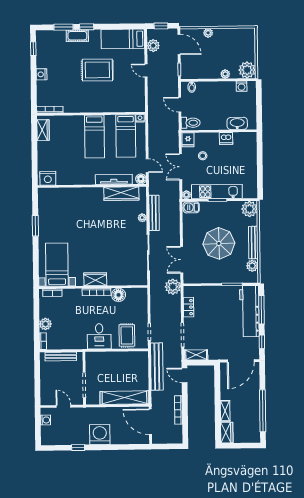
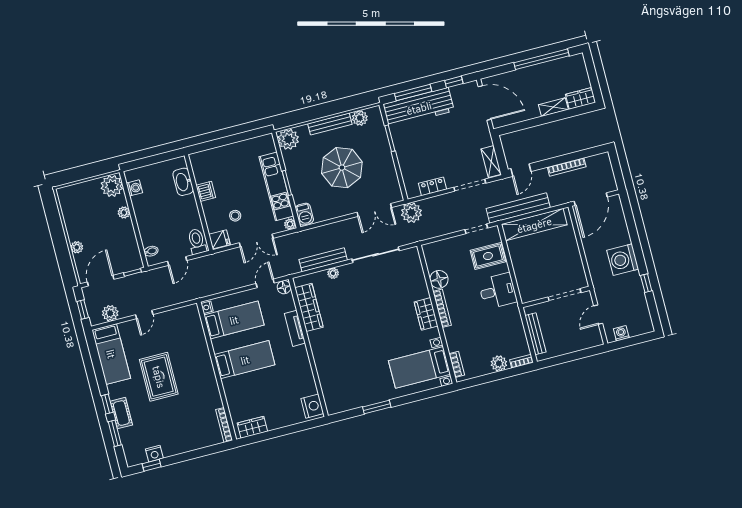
nightstand: (42, 74) -> (154, 454), moved
tv unit: (114, 179) -> (295, 328), width x0.71
shelving: (124, 398) -> (534, 225), moved, turned 90

